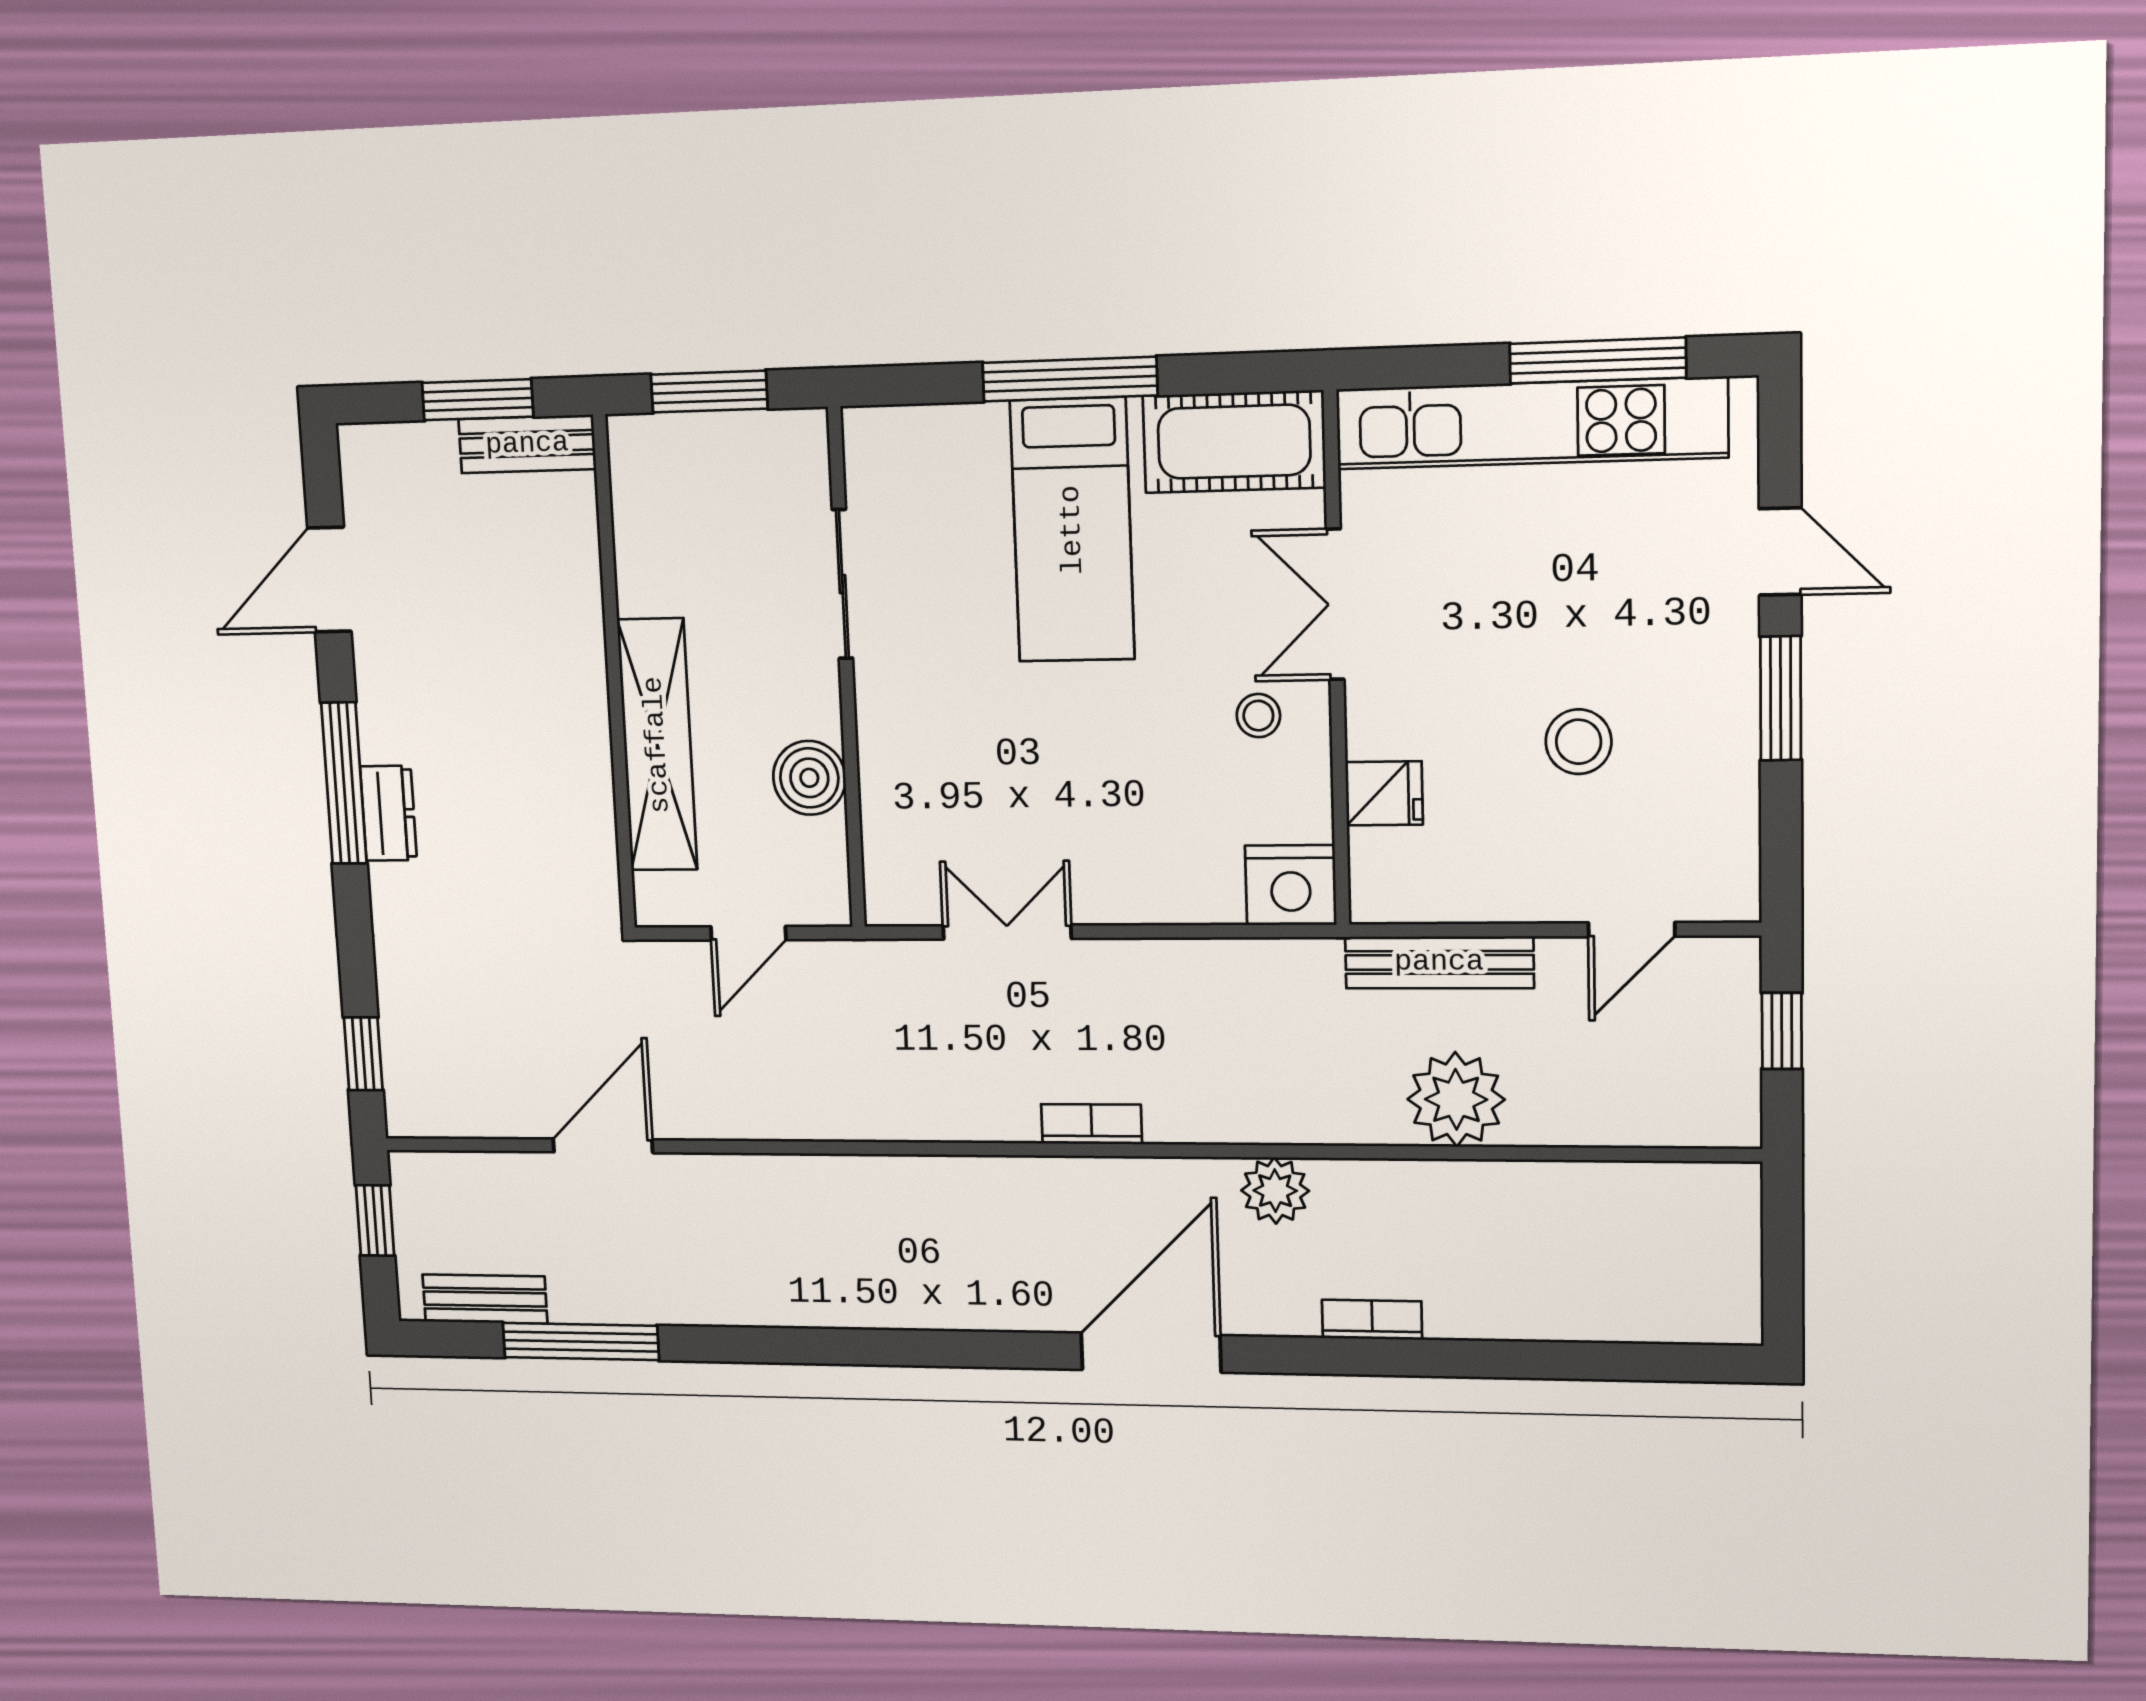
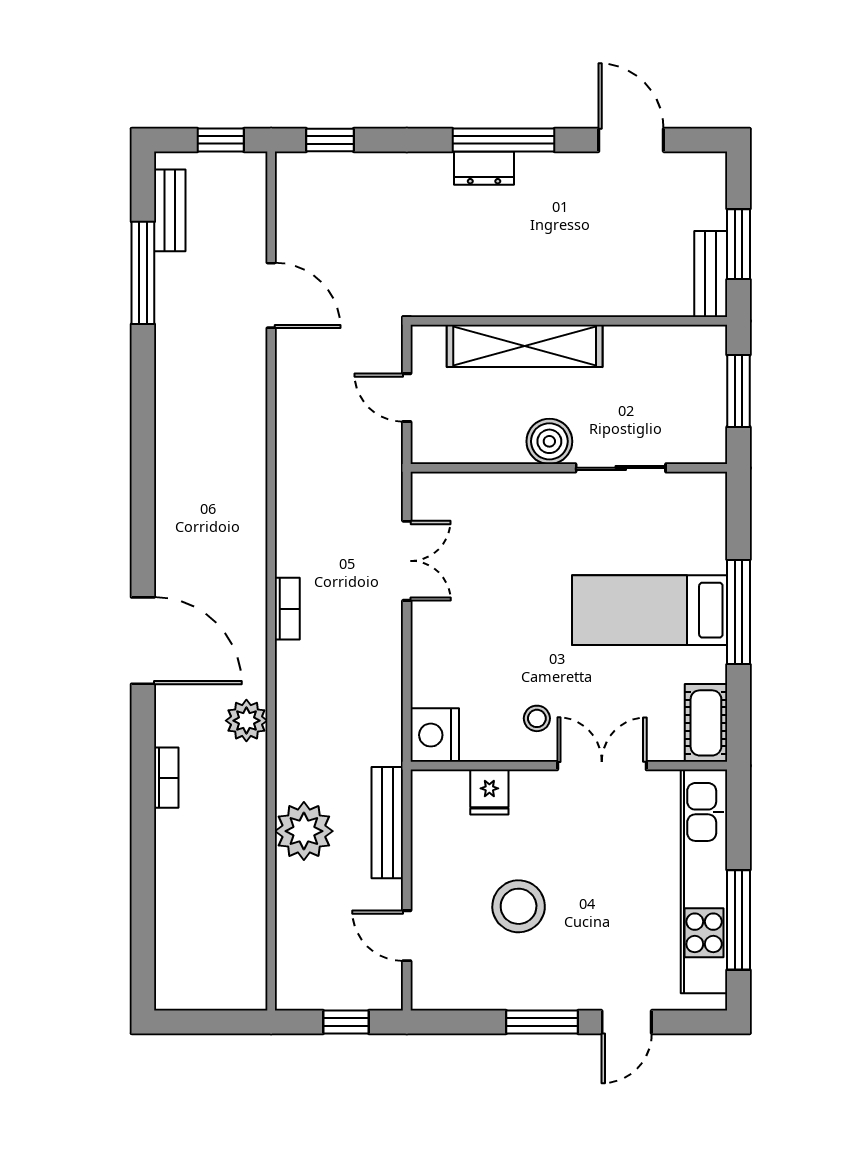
cot: (1234, 442) -> (706, 723), width x0.73, depth x0.75
stool: (1579, 742) -> (519, 906), width x1.38, depth x1.38
boiler: (809, 778) -> (549, 441), moved

